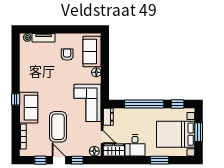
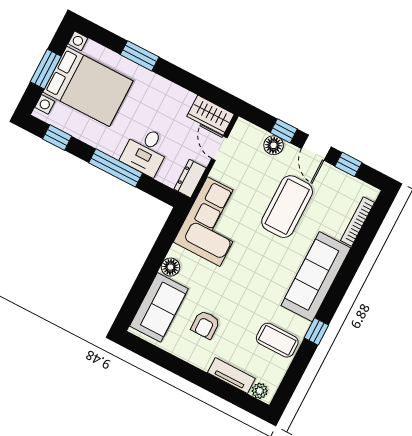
coffee table: (31, 64) -> (277, 340), added
window: (16, 99) -> (316, 332), moved
window: (144, 104) -> (116, 168), width x0.68
sofa: (29, 108) -> (316, 277), width x1.36
desk: (135, 145) -> (146, 151), moved, turned 180
floor lamp: (94, 151) -> (274, 145), moved

